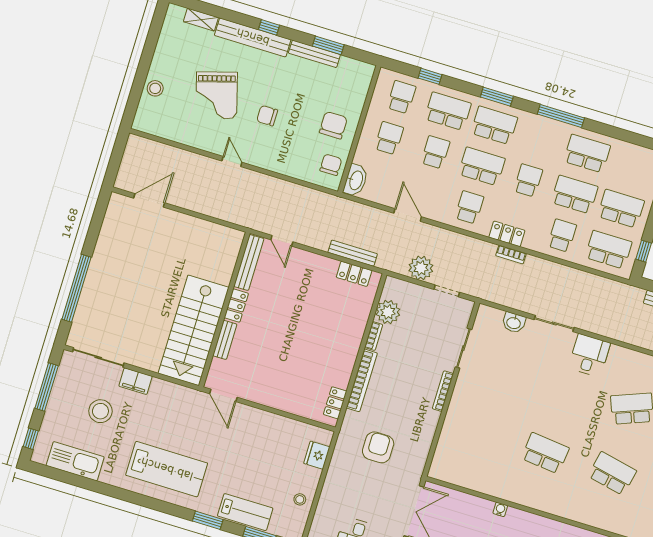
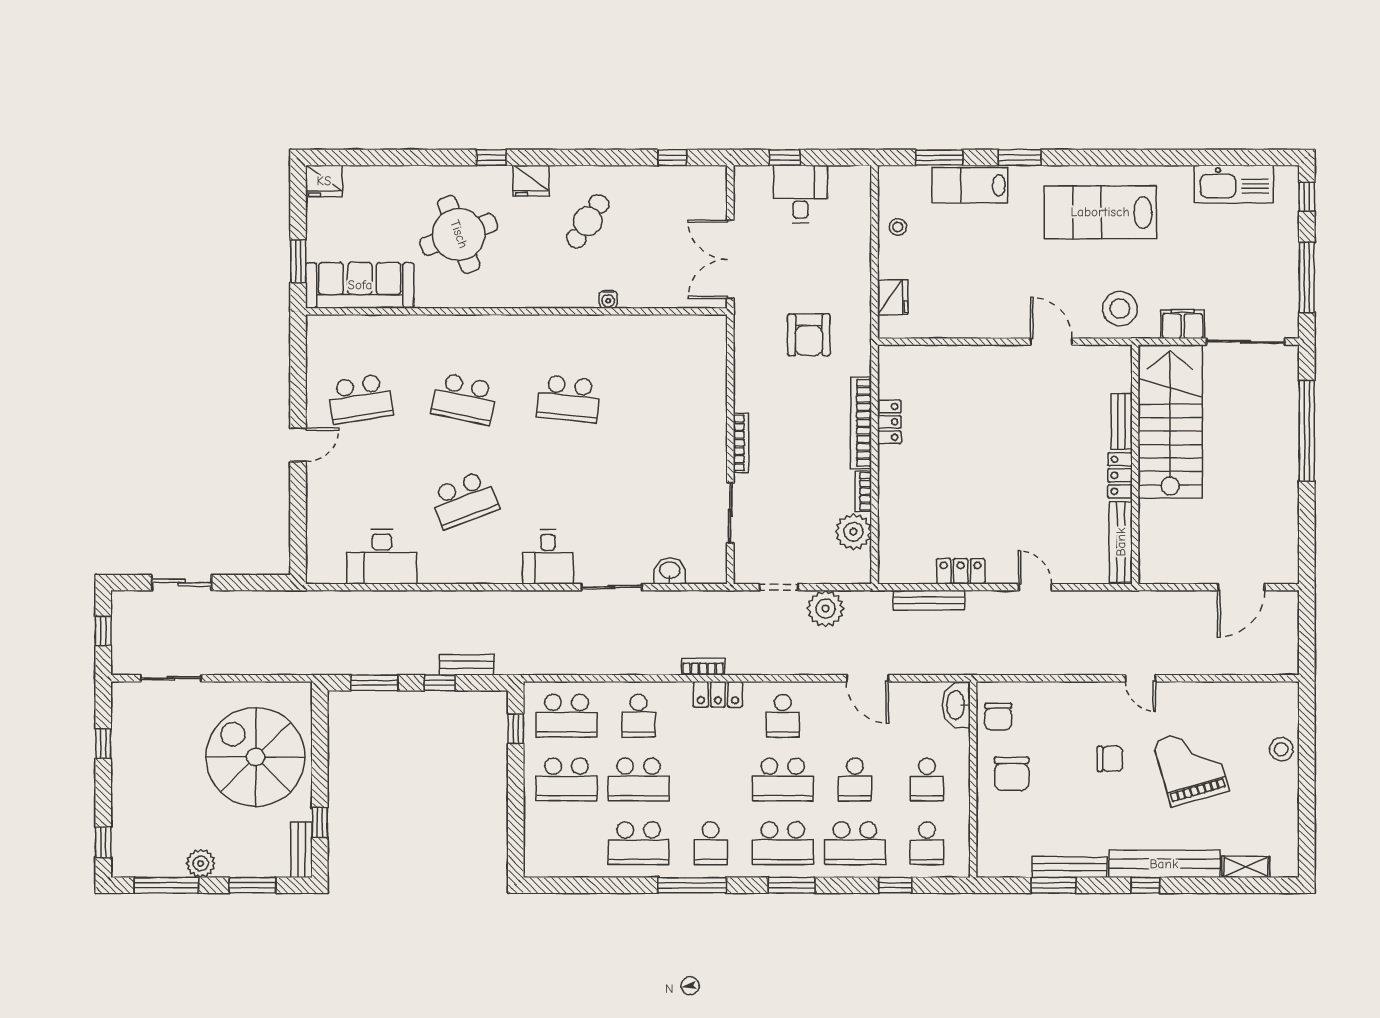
school desk: (528, 180) -> (711, 843), moved
bench: (249, 262) -> (1121, 542), moved
locker: (354, 274) -> (961, 571), moved
locker: (236, 306) -> (1120, 475), moved
wall: (224, 310) -> (1135, 464), moved
stairs: (193, 330) -> (1170, 421), moved
bench: (225, 340) -> (1122, 421), moved
locker: (335, 403) -> (889, 422), moved
stool: (100, 411) -> (1120, 309), moved

